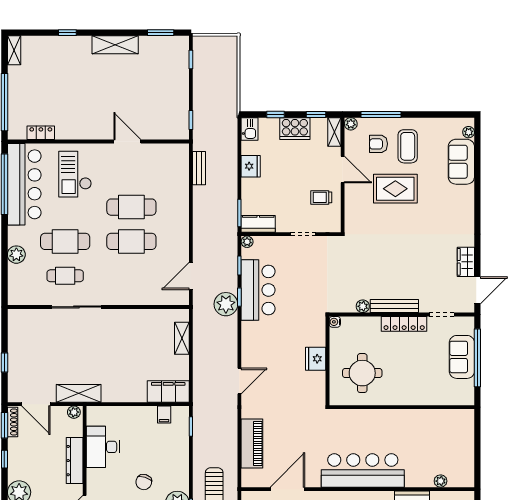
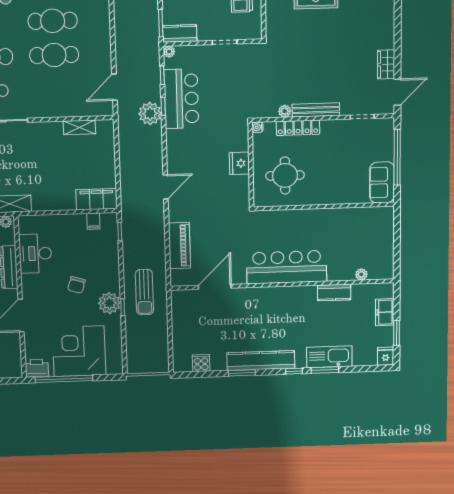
locker: (404, 324) -> (298, 128), moved
shelving: (182, 338) -> (79, 127), moved, turned 90
sofa: (462, 357) -> (382, 182), moved

